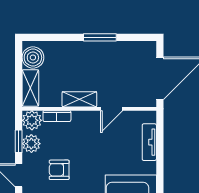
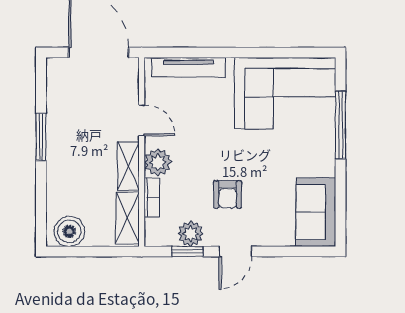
shelving: (30, 88) -> (128, 218), moved, turned 90
plant: (32, 120) -> (158, 162), moved
tv unit: (149, 142) -> (189, 67), width x1.41

